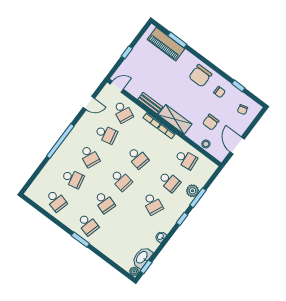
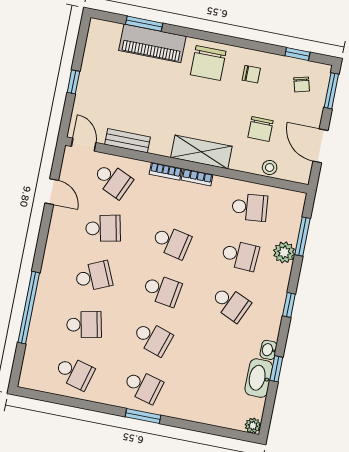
piano: (166, 44) -> (152, 43), moved
window: (238, 86) -> (297, 54), moved
door: (117, 87) -> (84, 145), hinge flipped
door: (89, 103) -> (52, 192), hinge flipped
bench: (150, 103) -> (127, 141), moved
window: (256, 120) -> (331, 91), added
window: (60, 141) -> (29, 308), moved
school desk: (90, 156) -> (94, 276), turned -48
window: (198, 198) -> (302, 237), moved
washbasin: (142, 257) -> (259, 378), moved
window: (146, 267) -> (276, 369), moved

